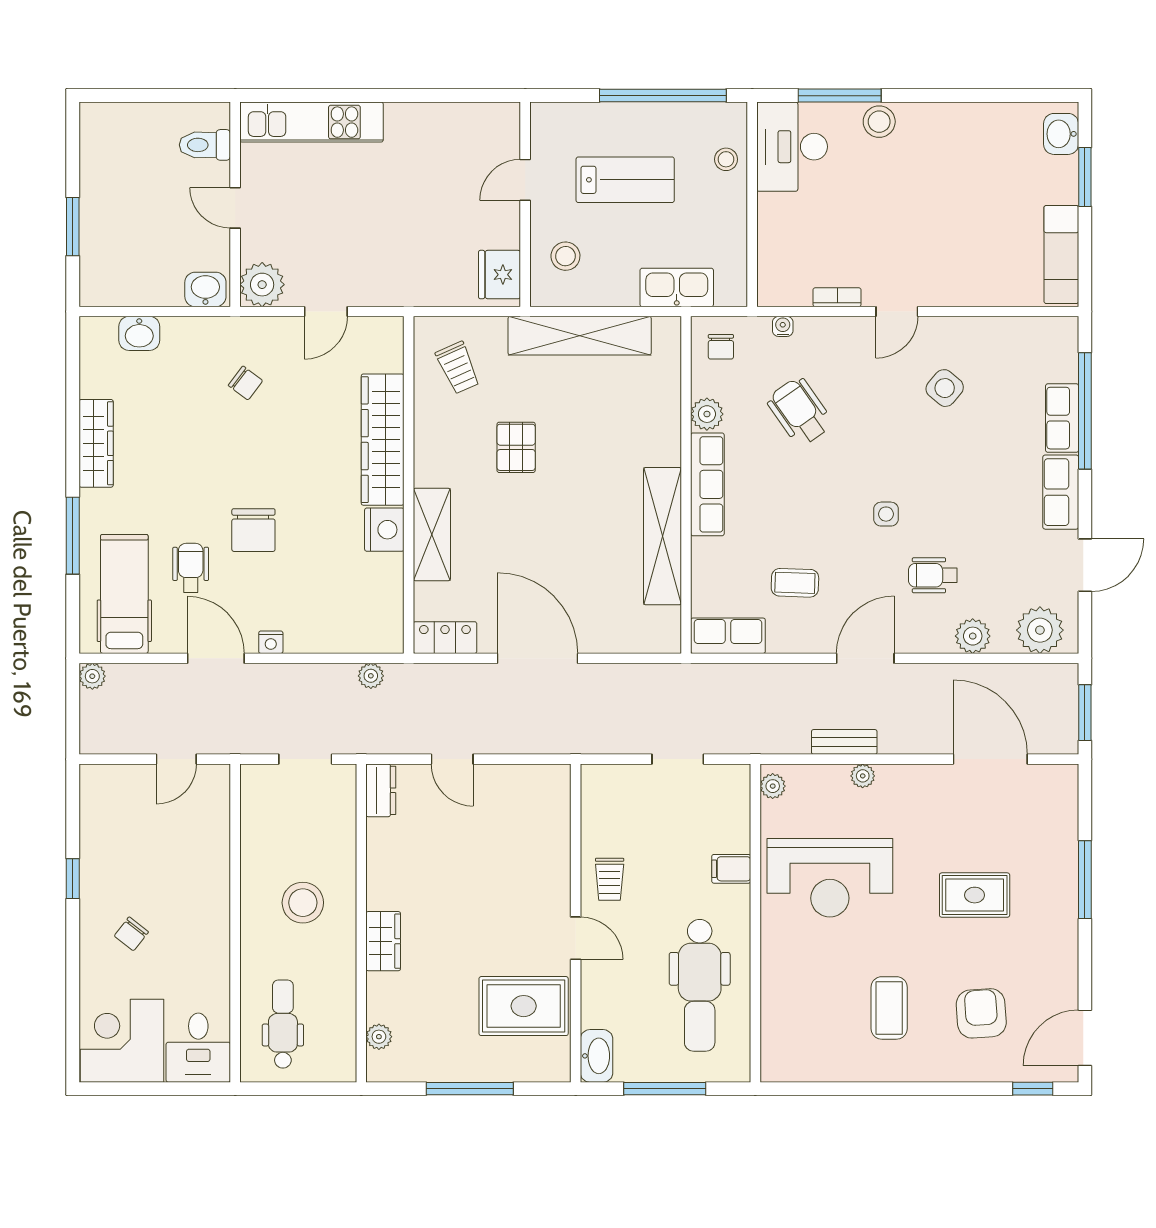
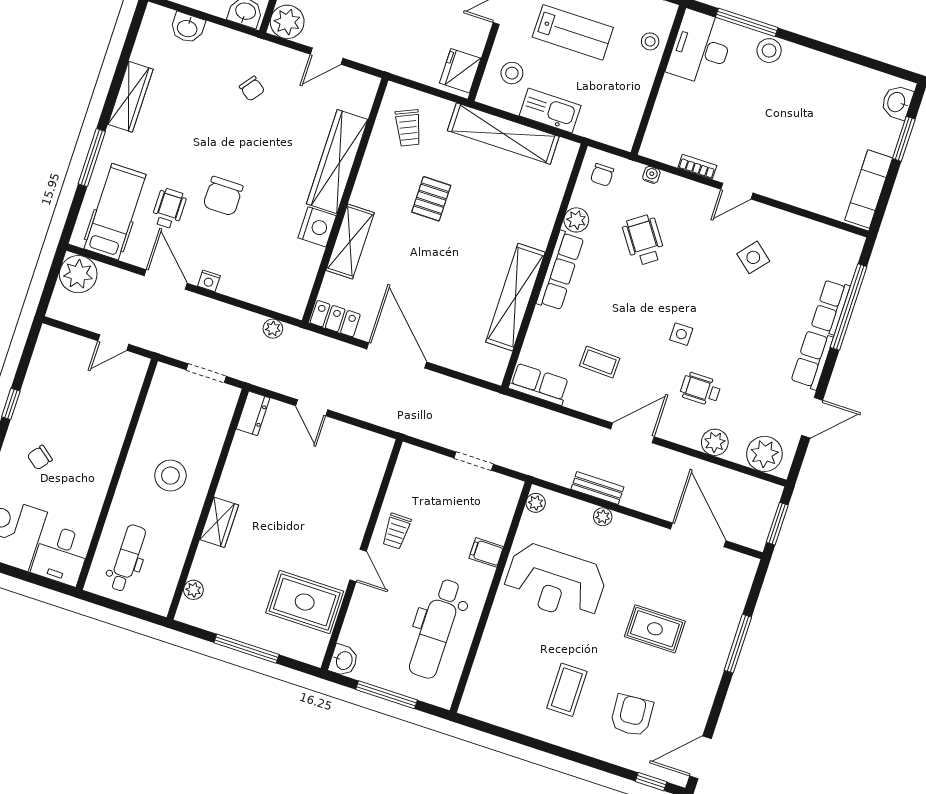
kitchen sink: (677, 287) -> (550, 111), moved
plant: (92, 676) -> (78, 274), width x1.88, depth x1.88
washbasin: (597, 1056) -> (344, 660), width x0.72

